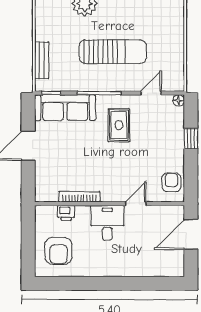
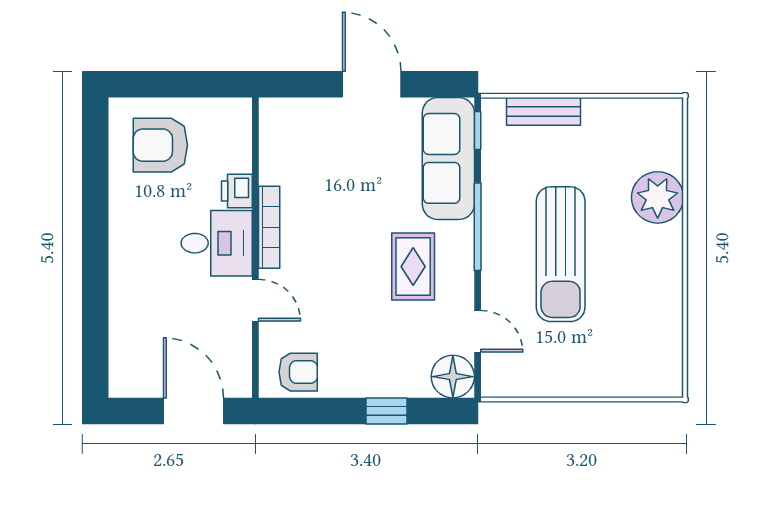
floor lamp: (179, 100) -> (453, 377), width x1.89, depth x1.89
rug: (119, 125) -> (413, 267), turned 90
bookcase: (79, 197) -> (269, 227), moved
printer: (66, 213) -> (237, 191), moved

